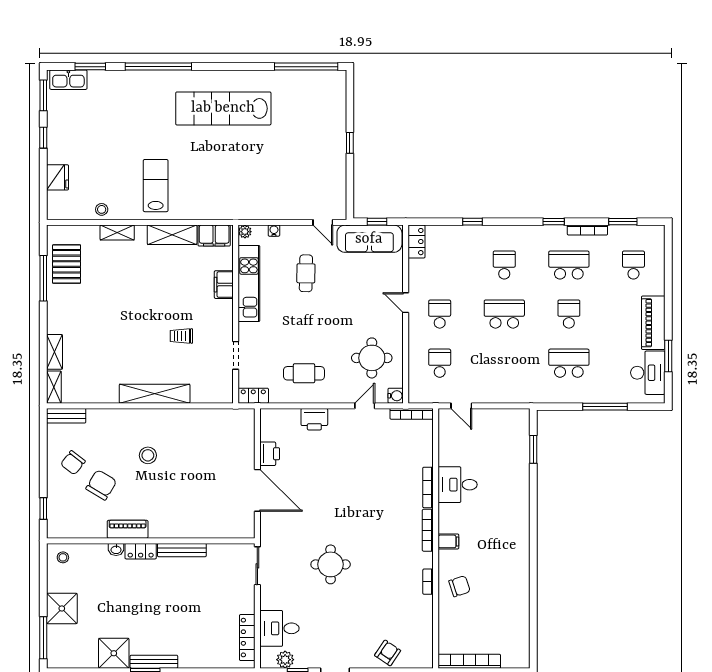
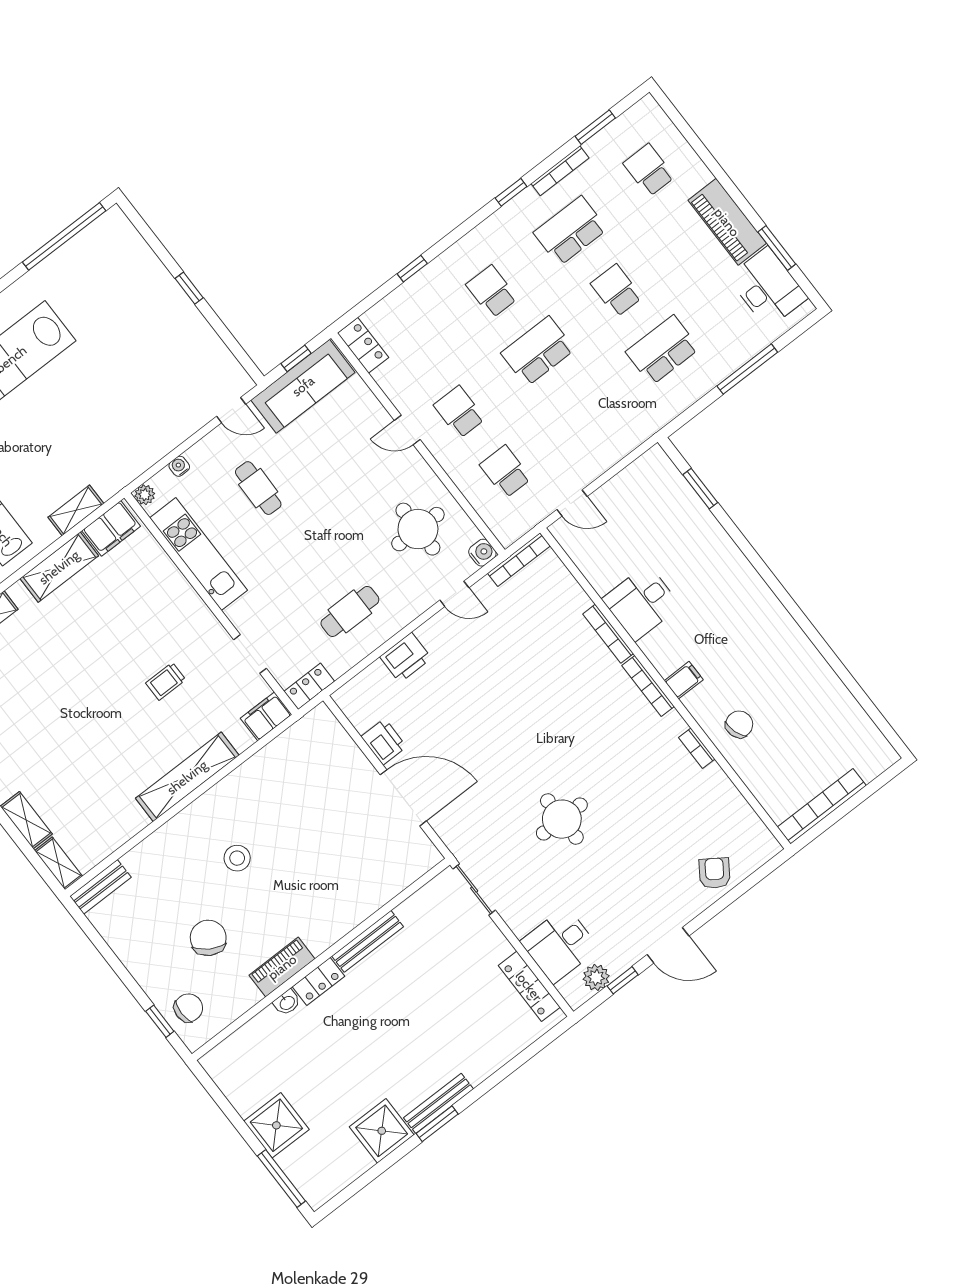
shelving: (203, 212) -> (76, 510), added
filing cabinet: (224, 285) -> (266, 716), moved, turned 90
door: (365, 406) -> (454, 594), swing flipped
chair: (73, 463) -> (188, 1008), moved, turned -128
stool: (63, 557) -> (230, 1062), removed

